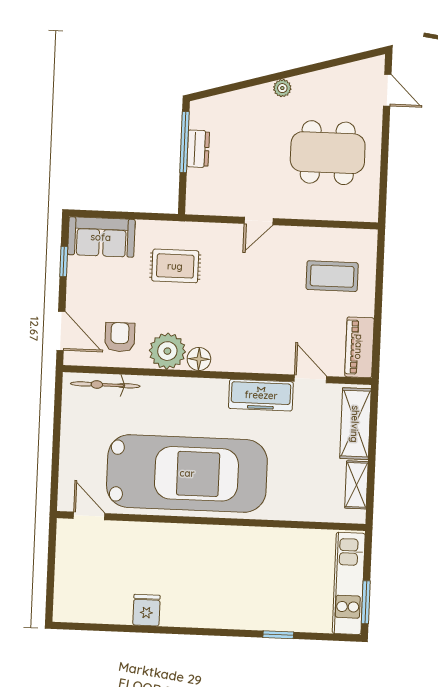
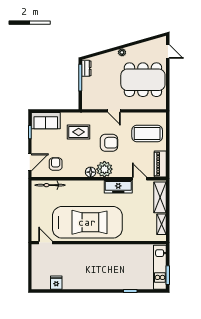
dresser: (198, 149) -> (86, 68), moved
dining table: (328, 153) -> (143, 80), width x1.36, depth x1.24
door: (259, 221) -> (114, 111), hinge flipped
coffee table: (332, 276) -> (147, 134), width x1.36, depth x1.32
armchair: (244, 294) -> (109, 143), added
door: (61, 331) -> (30, 162), hinge flipped
plant: (167, 351) -> (104, 169), moved
fridge: (146, 610) -> (56, 283), moved

